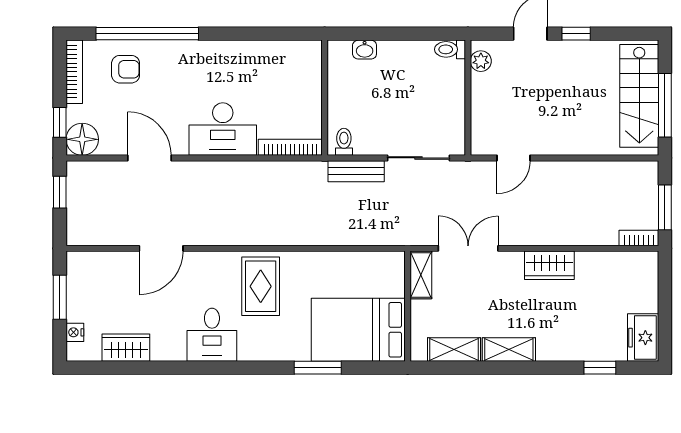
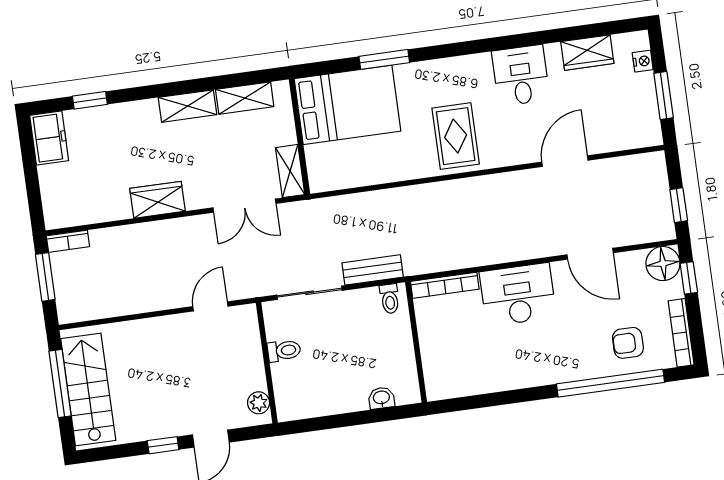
toilet: (450, 49) -> (284, 351), moved
desk: (212, 335) -> (521, 75), moved

